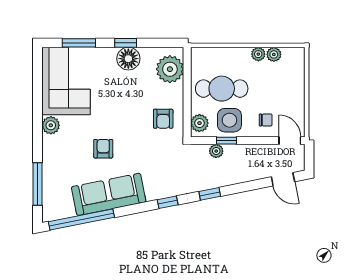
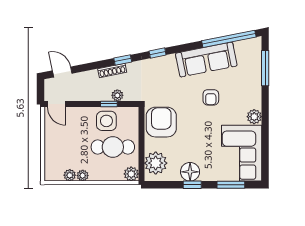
armchair: (163, 119) -> (161, 122), width x1.88, depth x1.88
chair: (266, 120) -> (76, 121), removed
plant: (199, 123) -> (131, 174), moved
shoe rack: (222, 181) -> (112, 70), added

